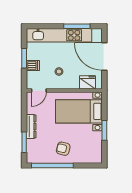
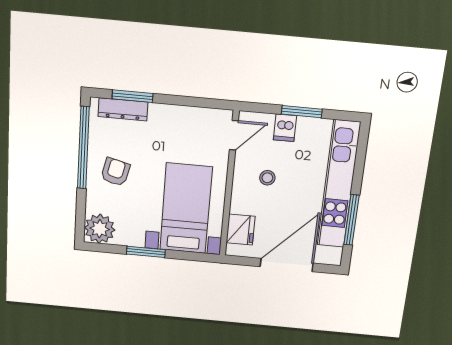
door: (39, 90) -> (234, 135), swing flipped
dresser: (31, 126) -> (123, 109), moved
plant: (94, 155) -> (100, 229), added

